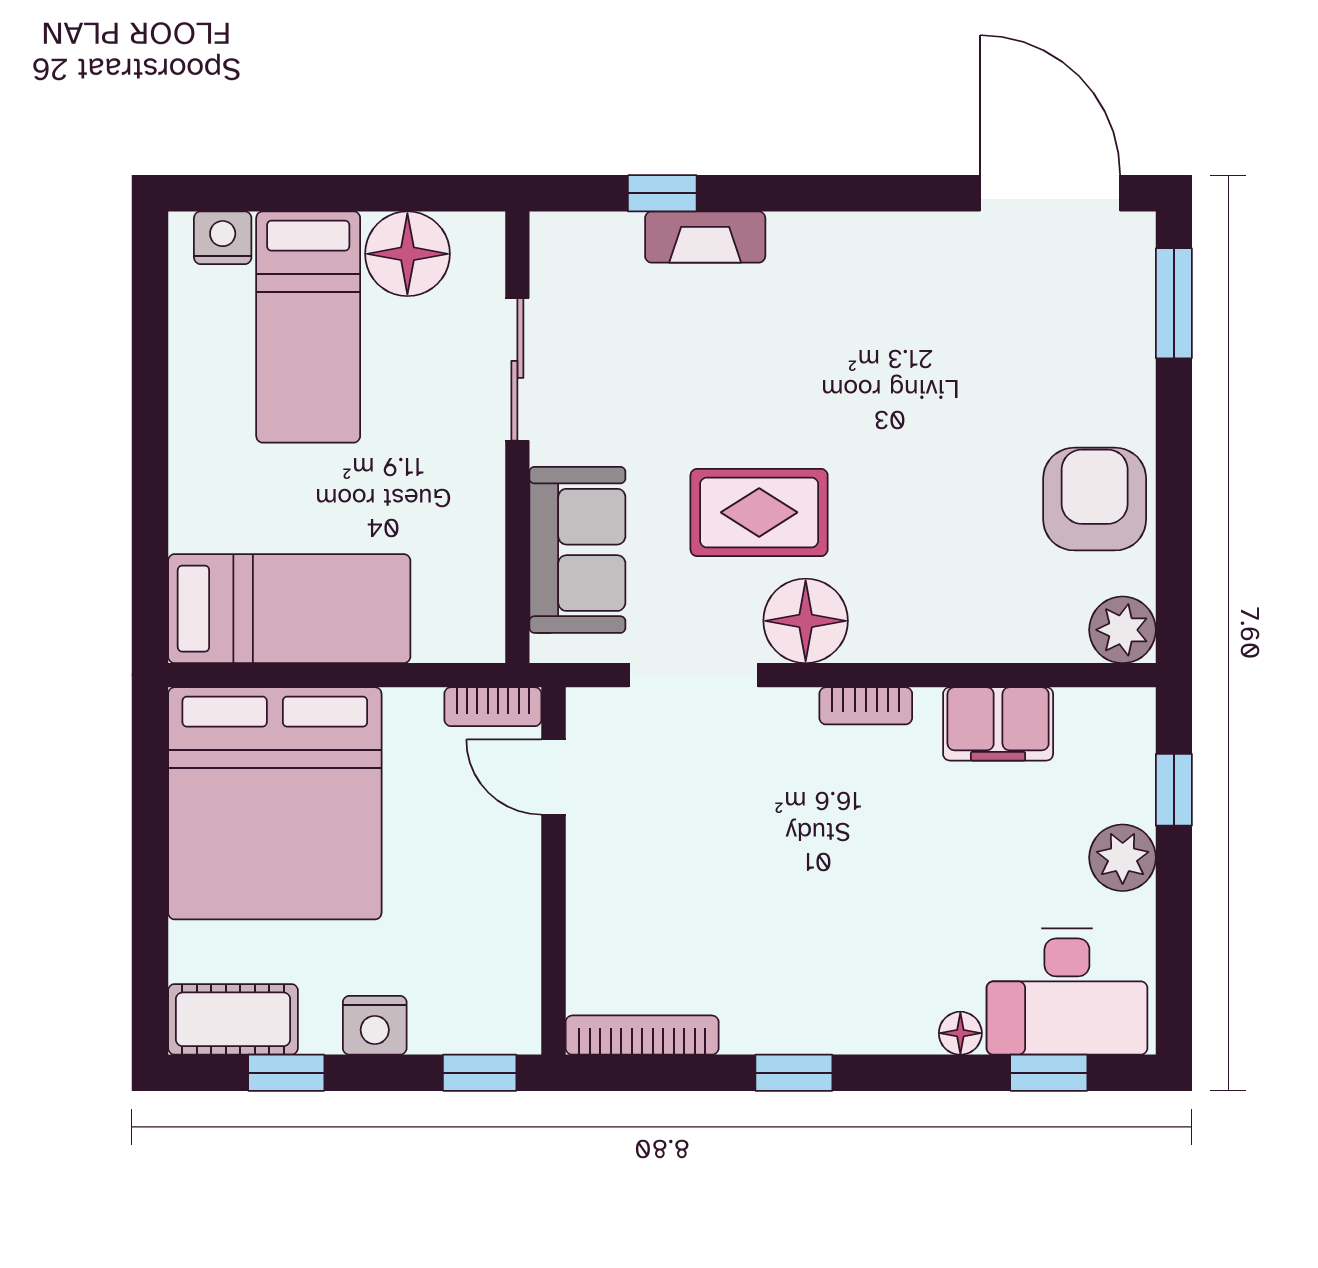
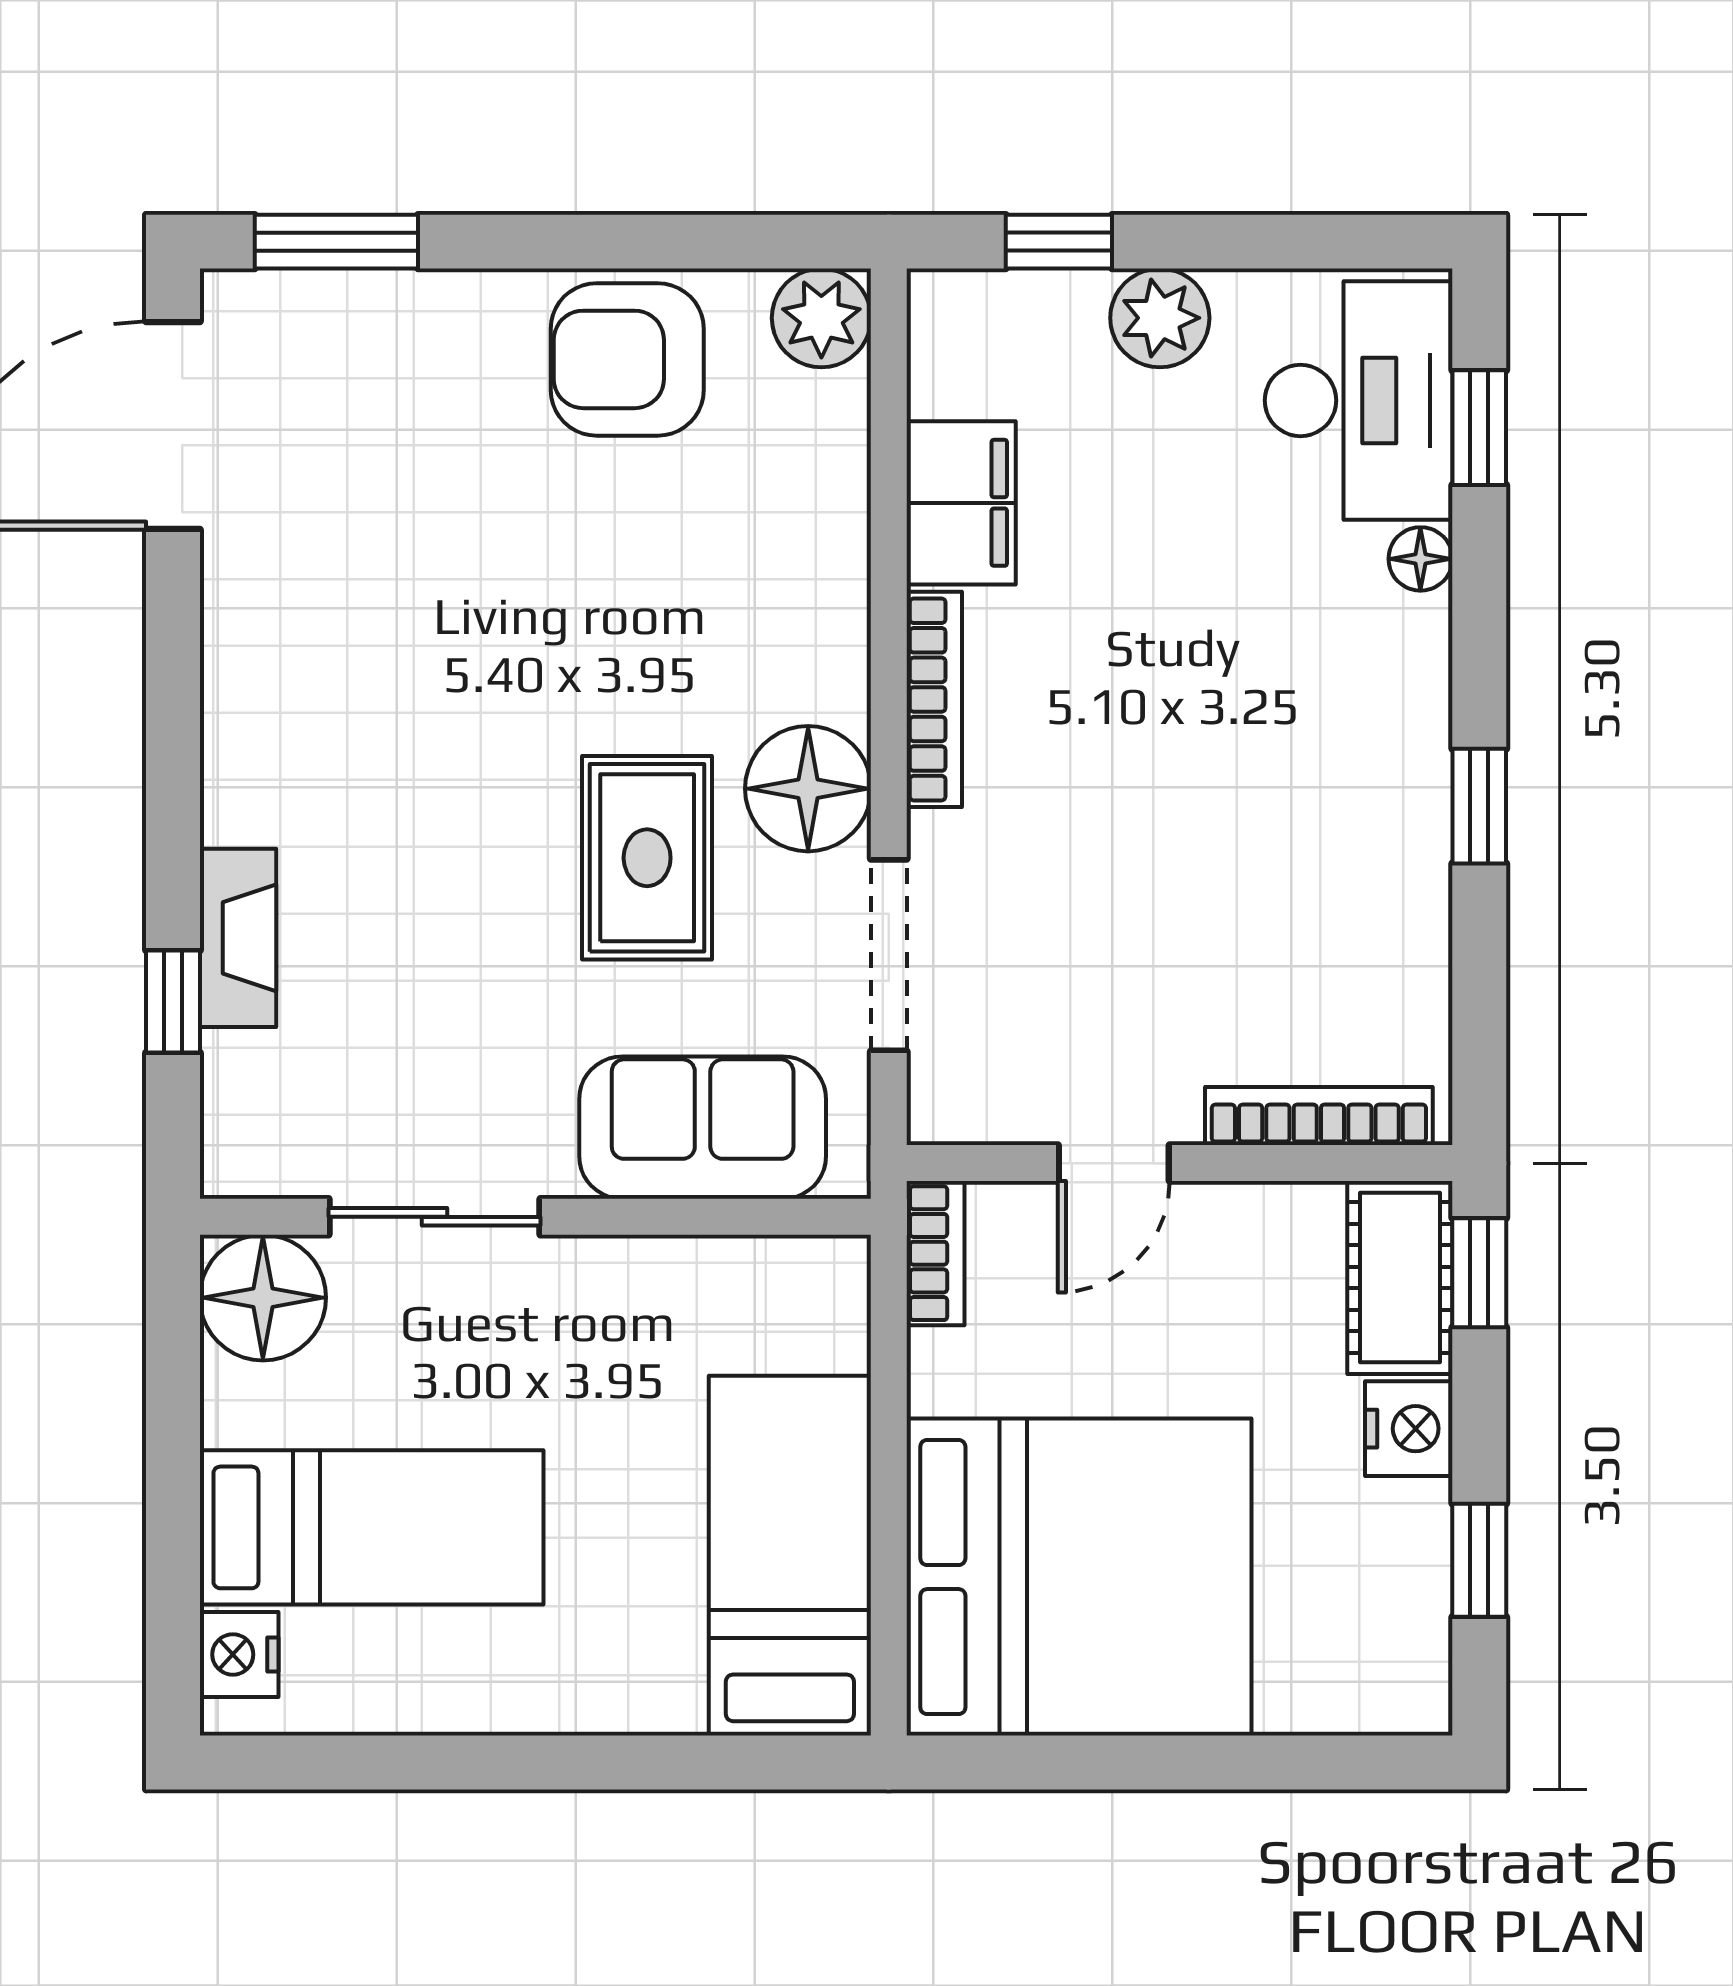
floor lamp: (407, 254) -> (263, 1298), moved
bookcase: (866, 706) -> (934, 699), width x1.56
door: (554, 777) -> (1114, 1163), moved
cot: (233, 1019) -> (1400, 1278), moved
bookcase: (642, 1035) -> (1319, 1116), moved, turned 90

